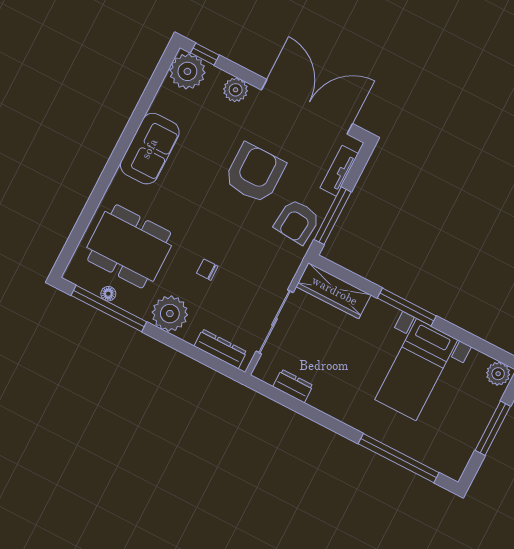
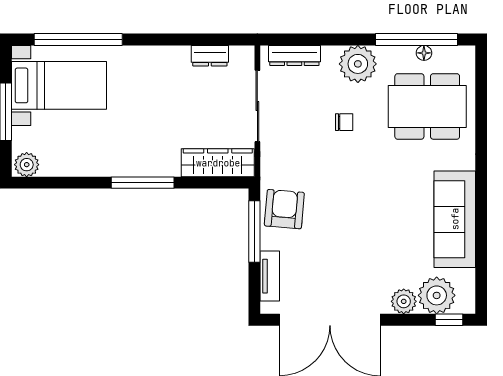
plant: (187, 71) -> (437, 295), moved
sofa: (150, 149) -> (455, 219), width x1.36
armchair: (255, 173) -> (346, 234), removed
bed with nightstands: (416, 370) -> (59, 85), moved, turned 90

